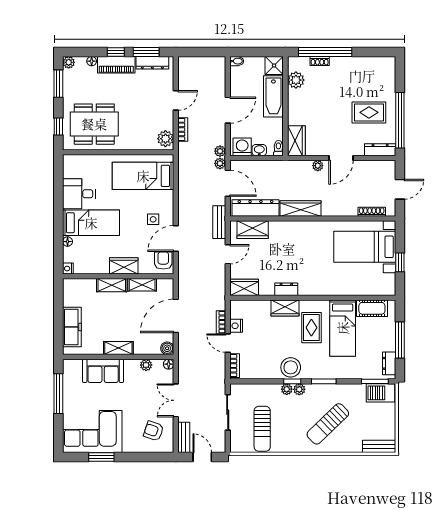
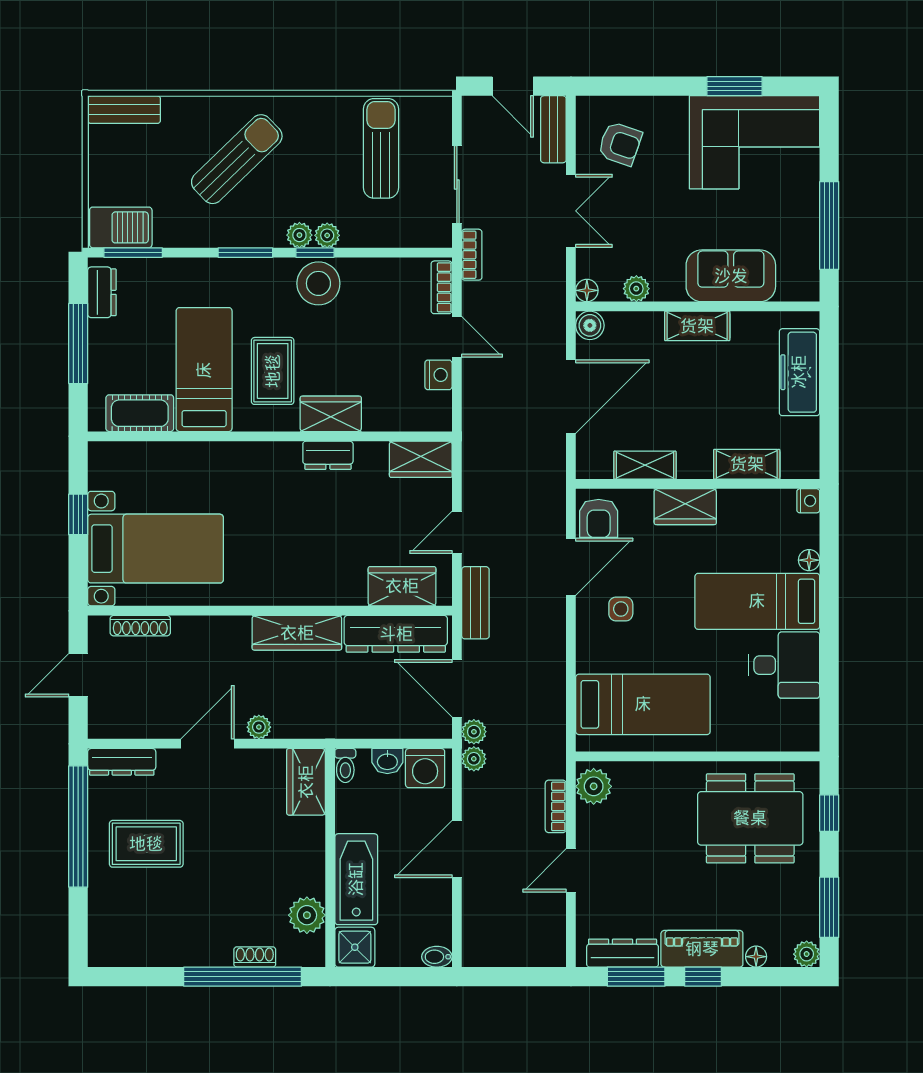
shelving: (112, 285) -> (747, 464), moved
bookcase: (221, 322) -> (472, 255), moved

